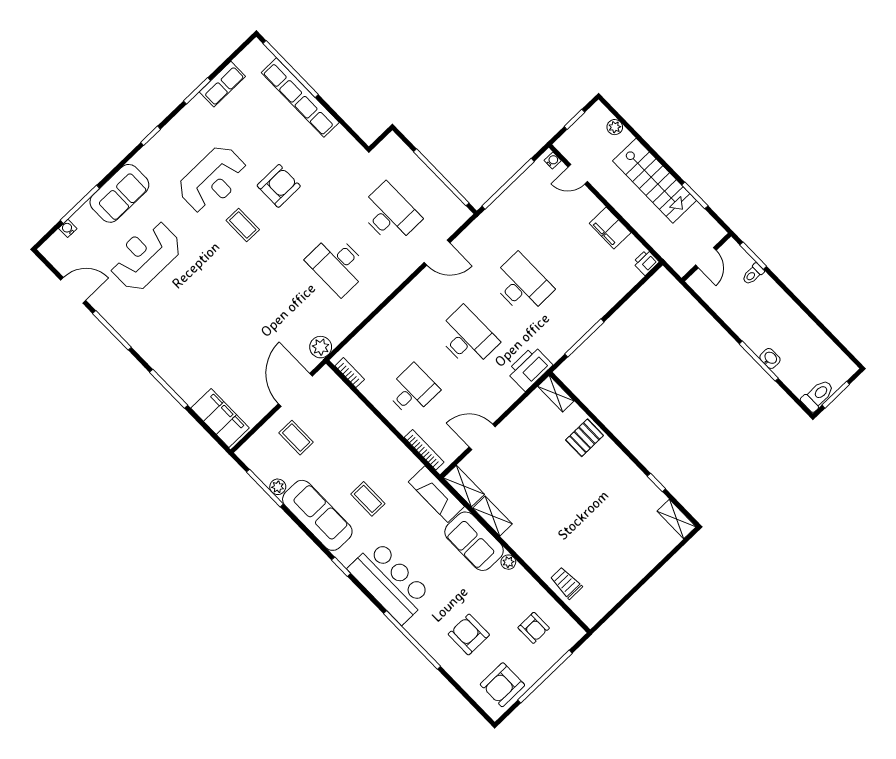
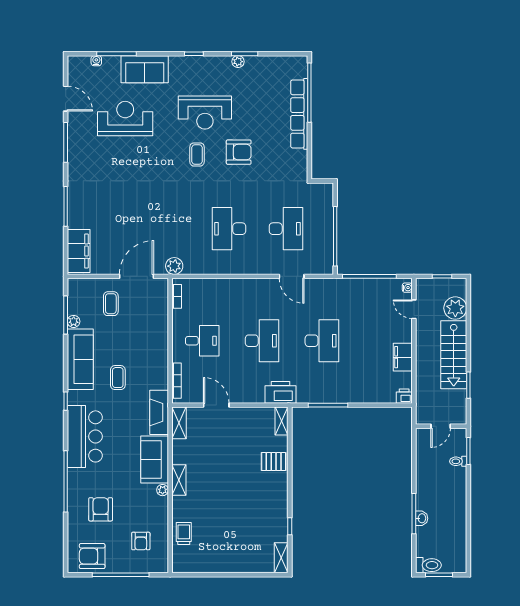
row of seats: (222, 84) -> (263, 64), removed
plant: (198, 104) -> (238, 62), added
plant: (615, 127) -> (455, 308), width x1.87, depth x1.87
shelving: (493, 516) -> (179, 480), moved

